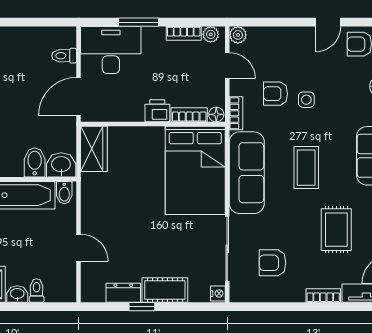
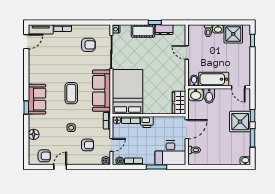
door: (227, 66) -> (111, 145), swing flipped
armchair: (276, 94) -> (88, 145), moved
rug: (336, 230) -> (56, 62), removed

